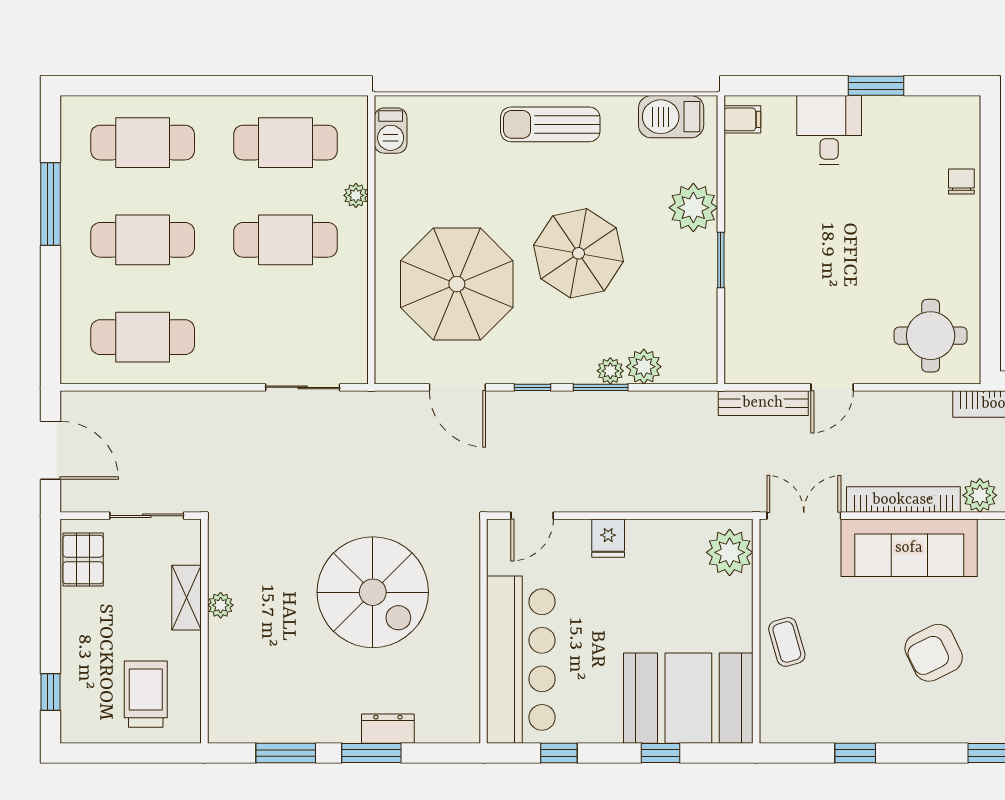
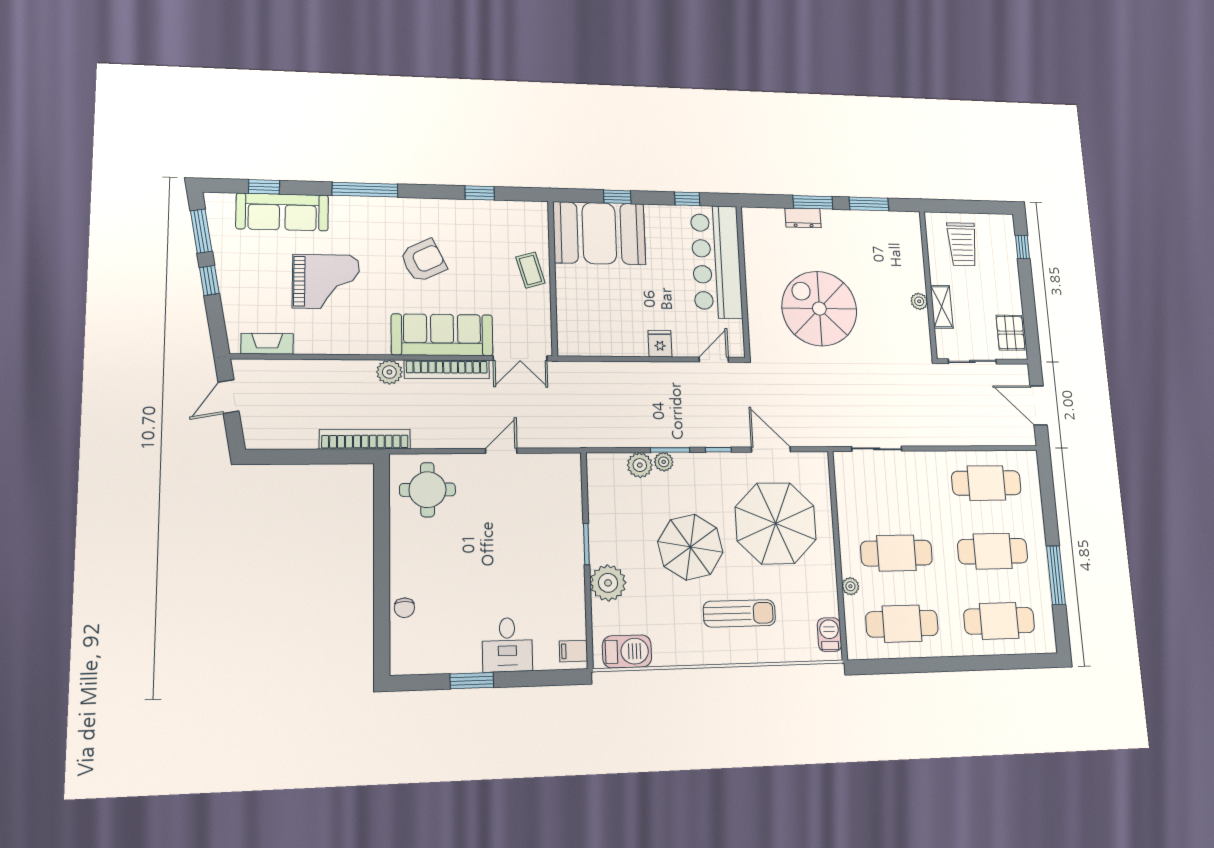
sun lounger: (550, 124) -> (739, 613), moved
bench: (763, 403) -> (552, 439), removed
plant: (730, 552) -> (573, 333), removed

